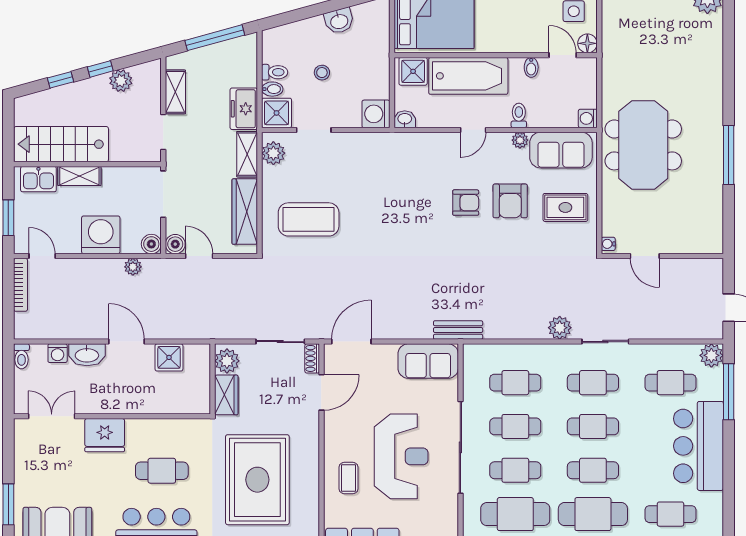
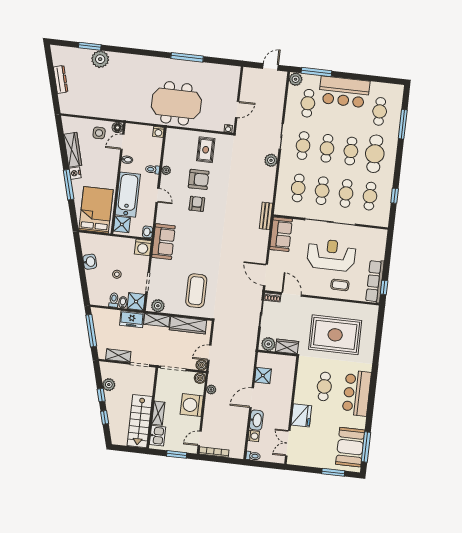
sofa: (561, 150) -> (163, 242), moved
cafe table: (515, 514) -> (370, 196), width x0.73, depth x0.74

